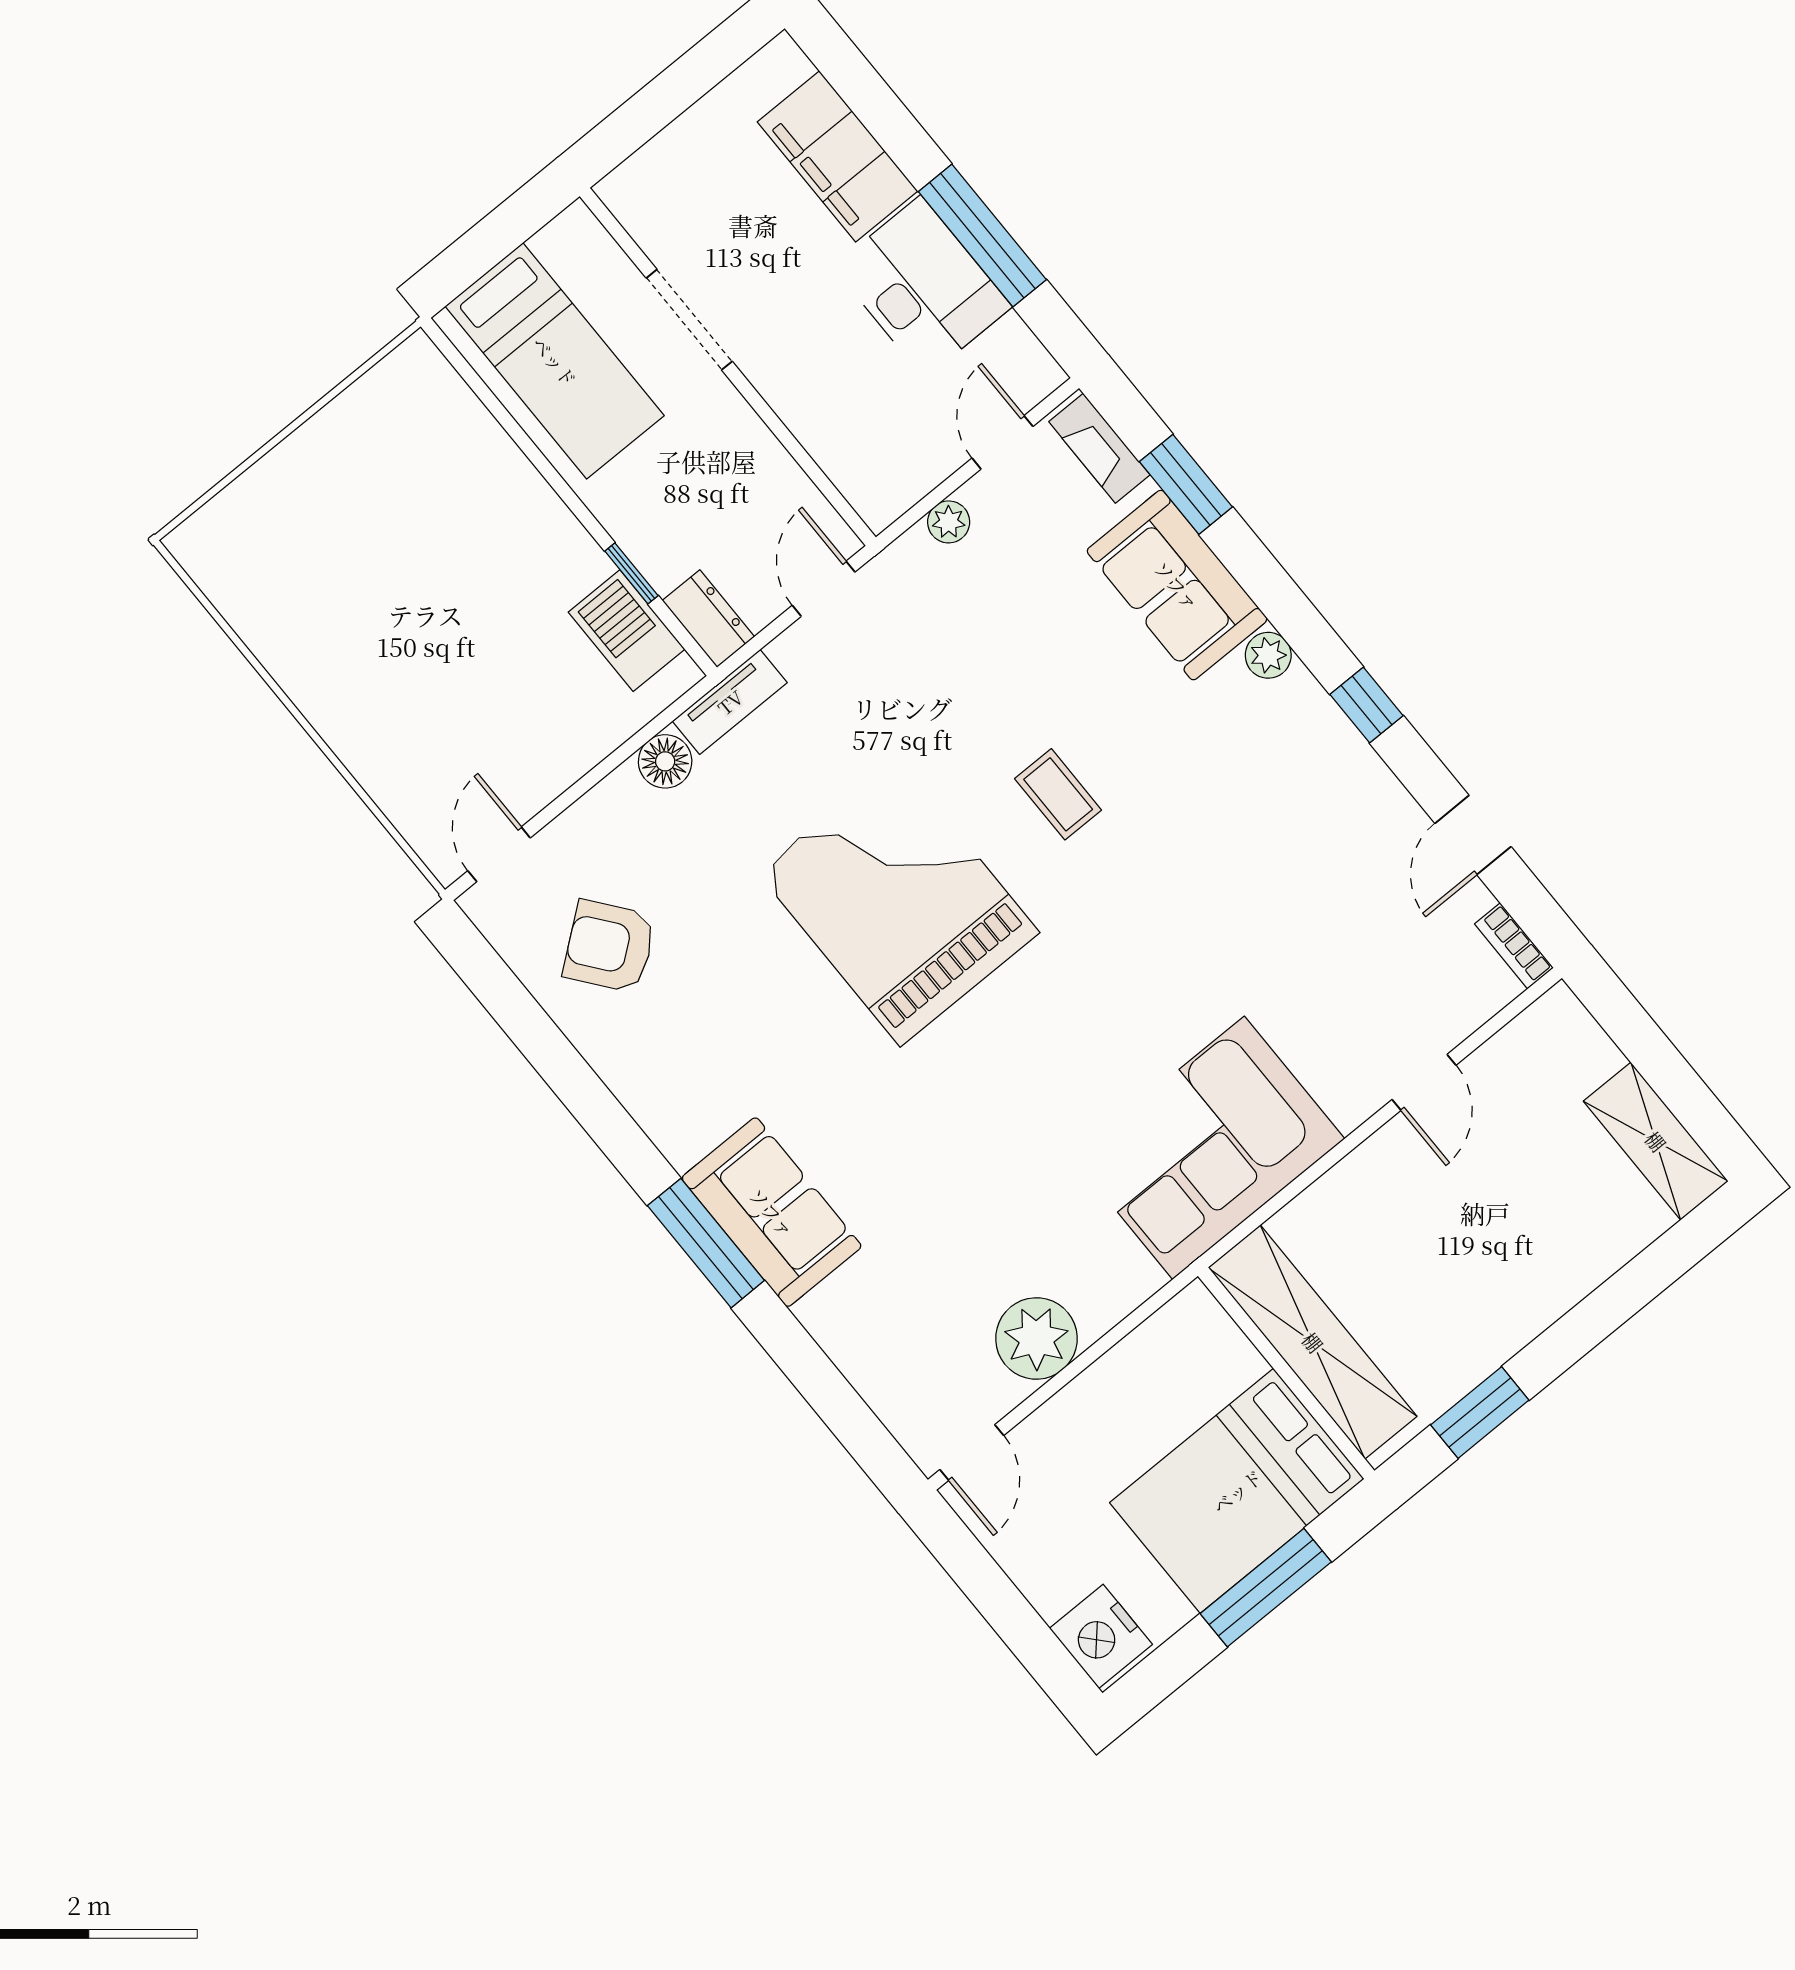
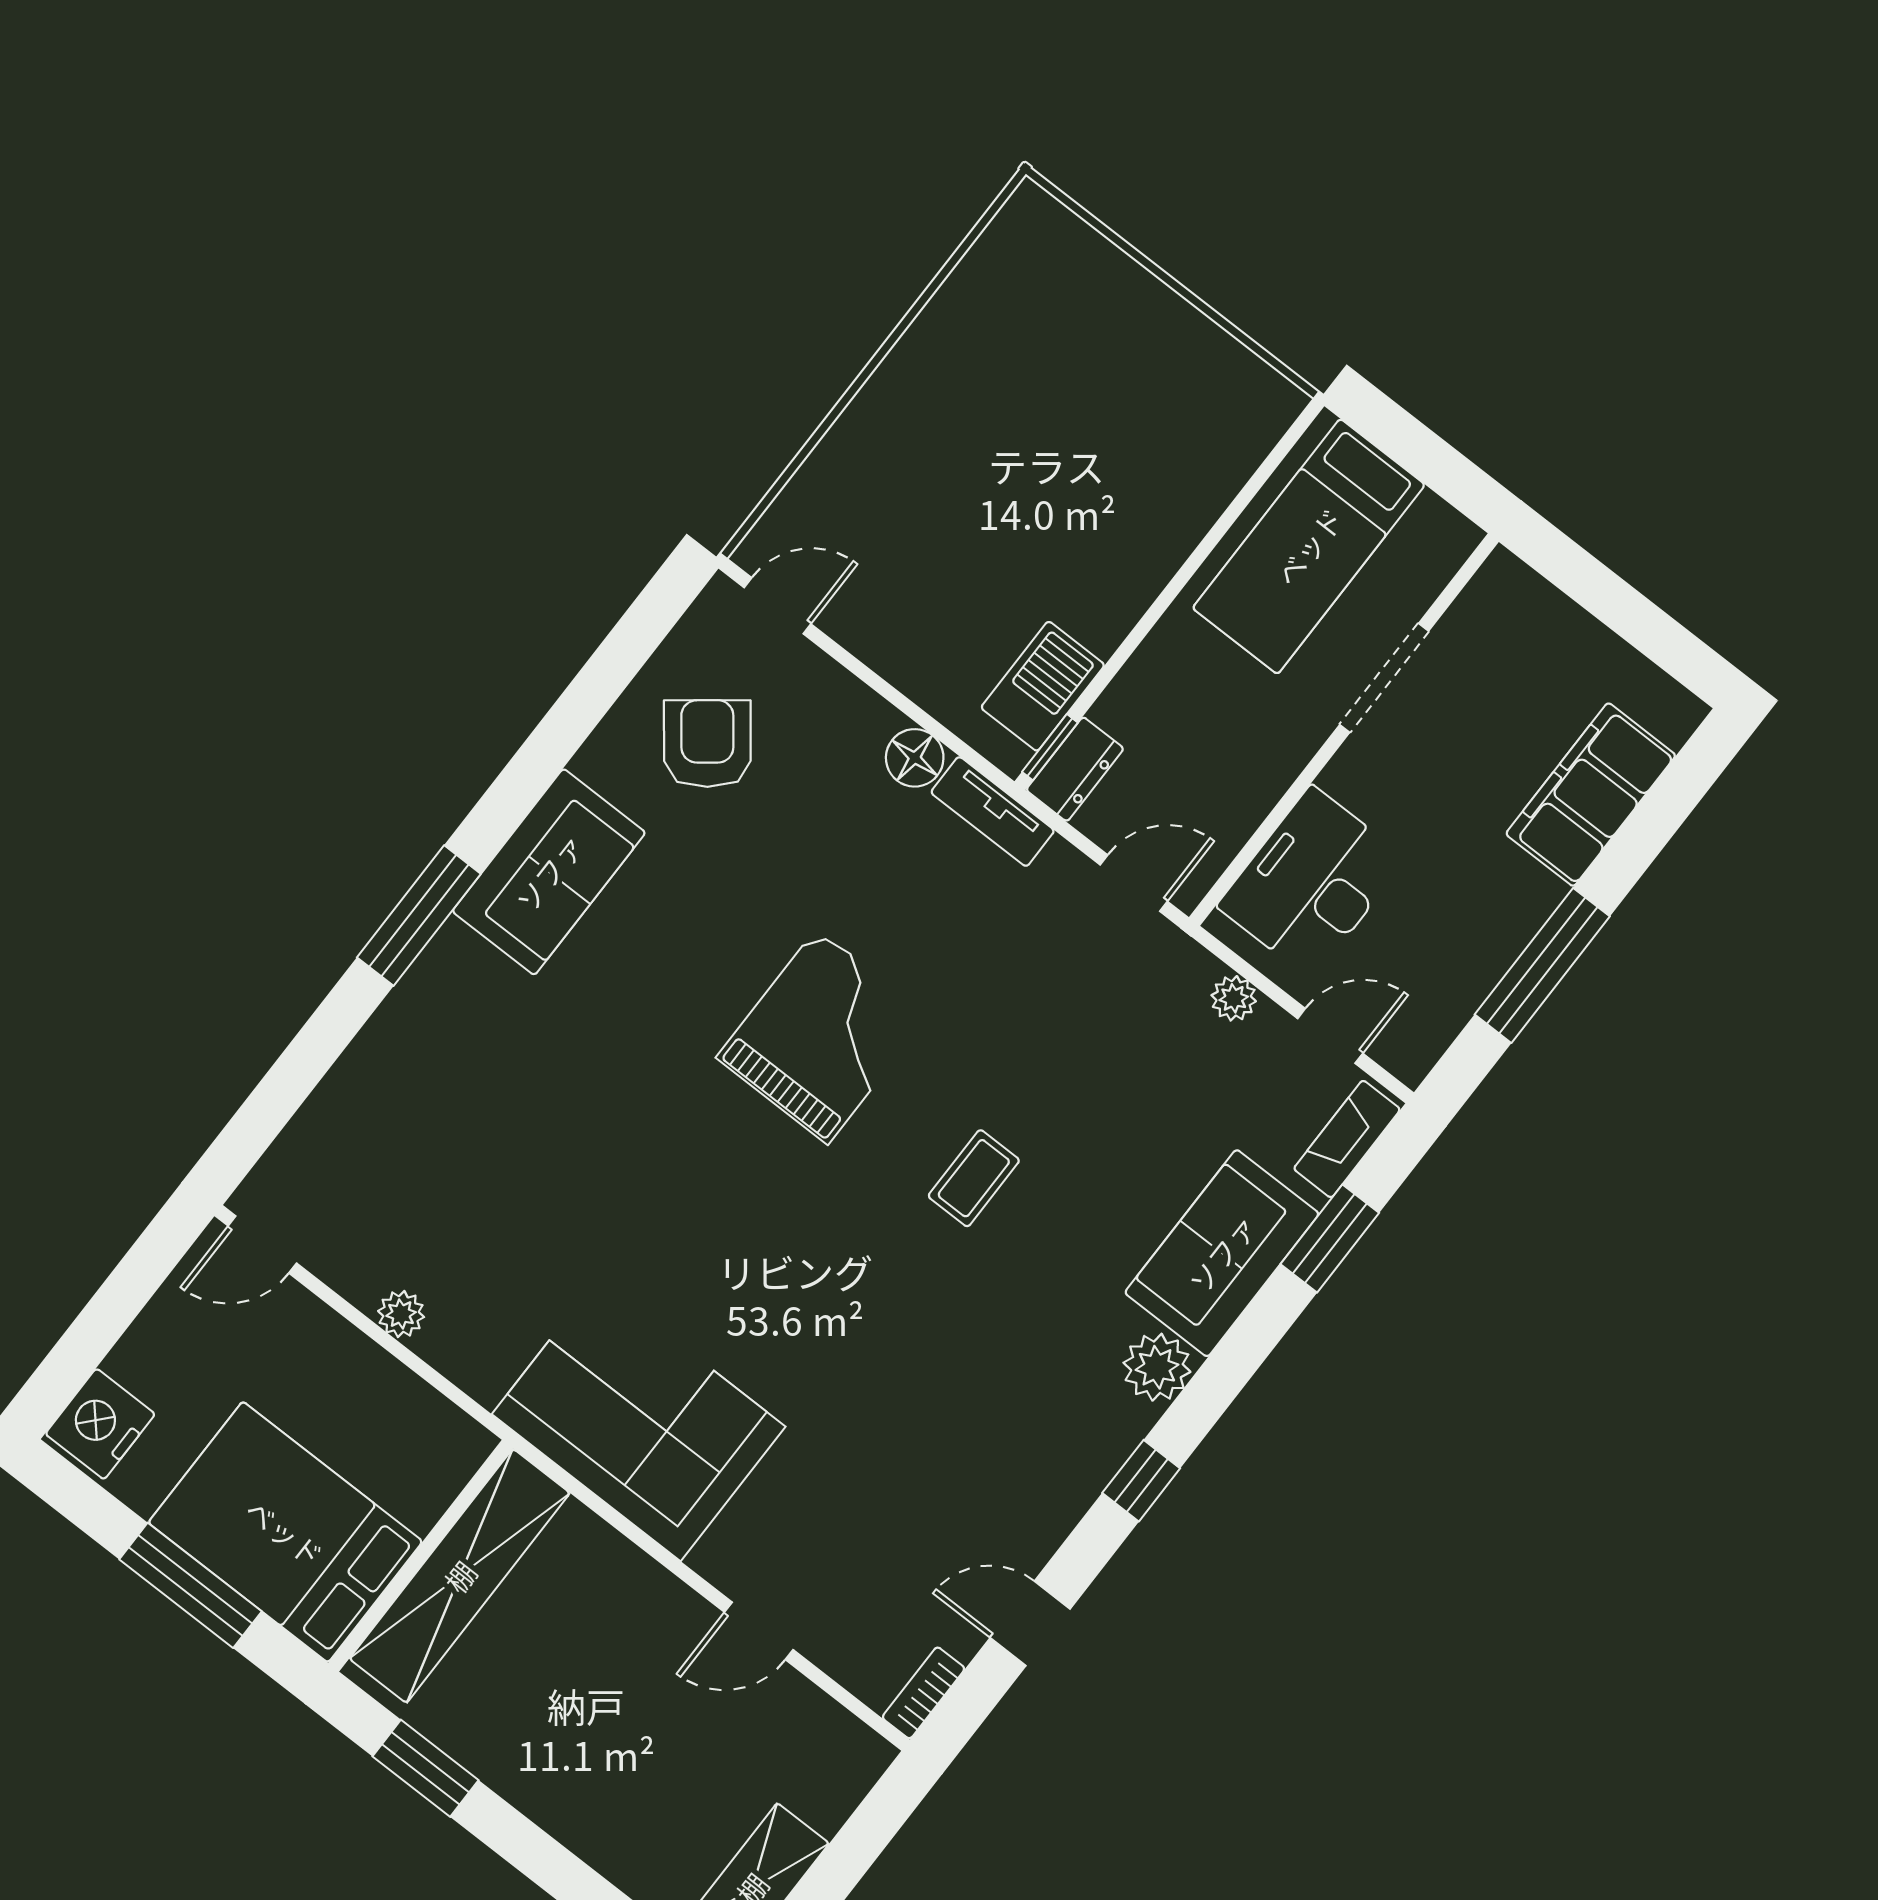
desk: (923, 287) -> (1312, 882), moved, turned 180
window: (631, 573) -> (1050, 747), moved
plant: (1268, 655) -> (1157, 1367), width x1.38, depth x1.38
grand piano: (898, 903) -> (822, 1036), width x0.73, depth x0.68
sofa: (772, 1212) -> (549, 872), moved
plant: (1036, 1338) -> (401, 1314), width x0.53, depth x0.53

